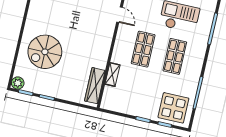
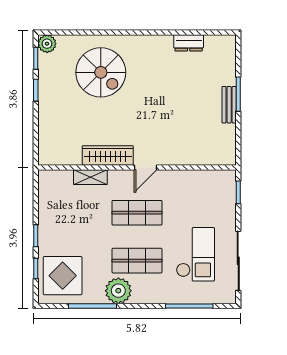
door: (119, 15) -> (146, 167), moved
spiral stairs: (45, 52) -> (101, 72), turned 180
plant: (192, 73) -> (118, 291), added
wardrobe: (95, 86) -> (108, 155), moved

